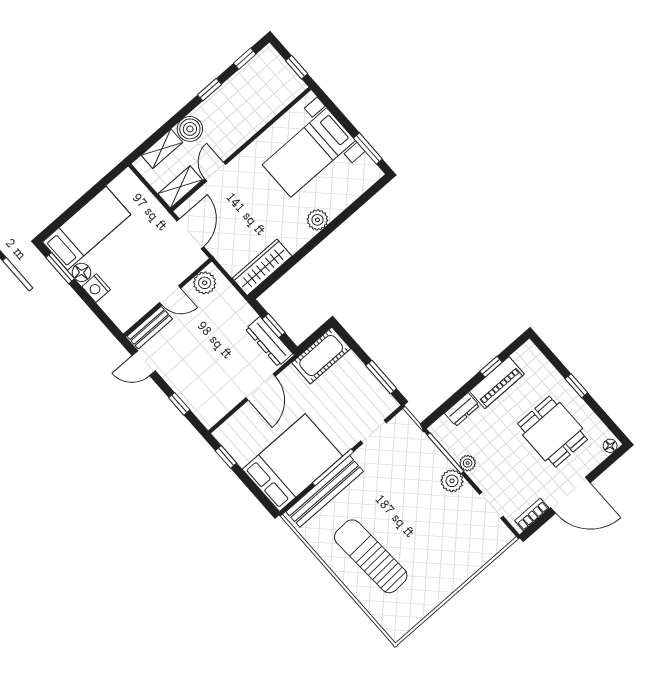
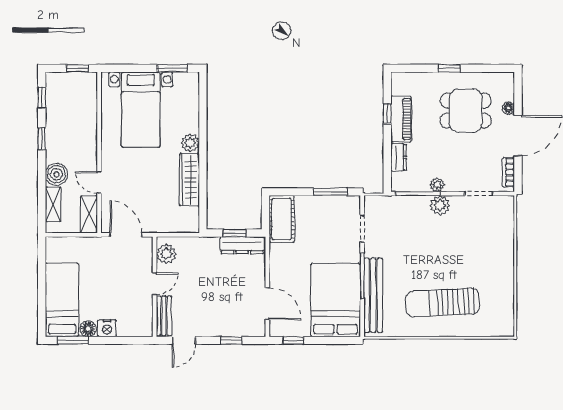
wardrobe: (262, 267) -> (189, 180), moved
door: (261, 387) -> (267, 304), moved
floor lamp: (610, 446) -> (508, 108), moved

